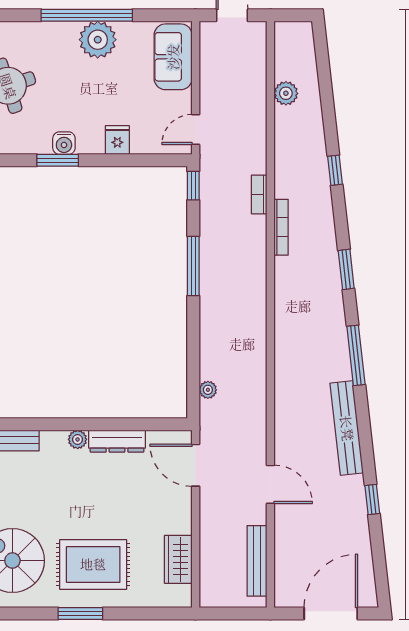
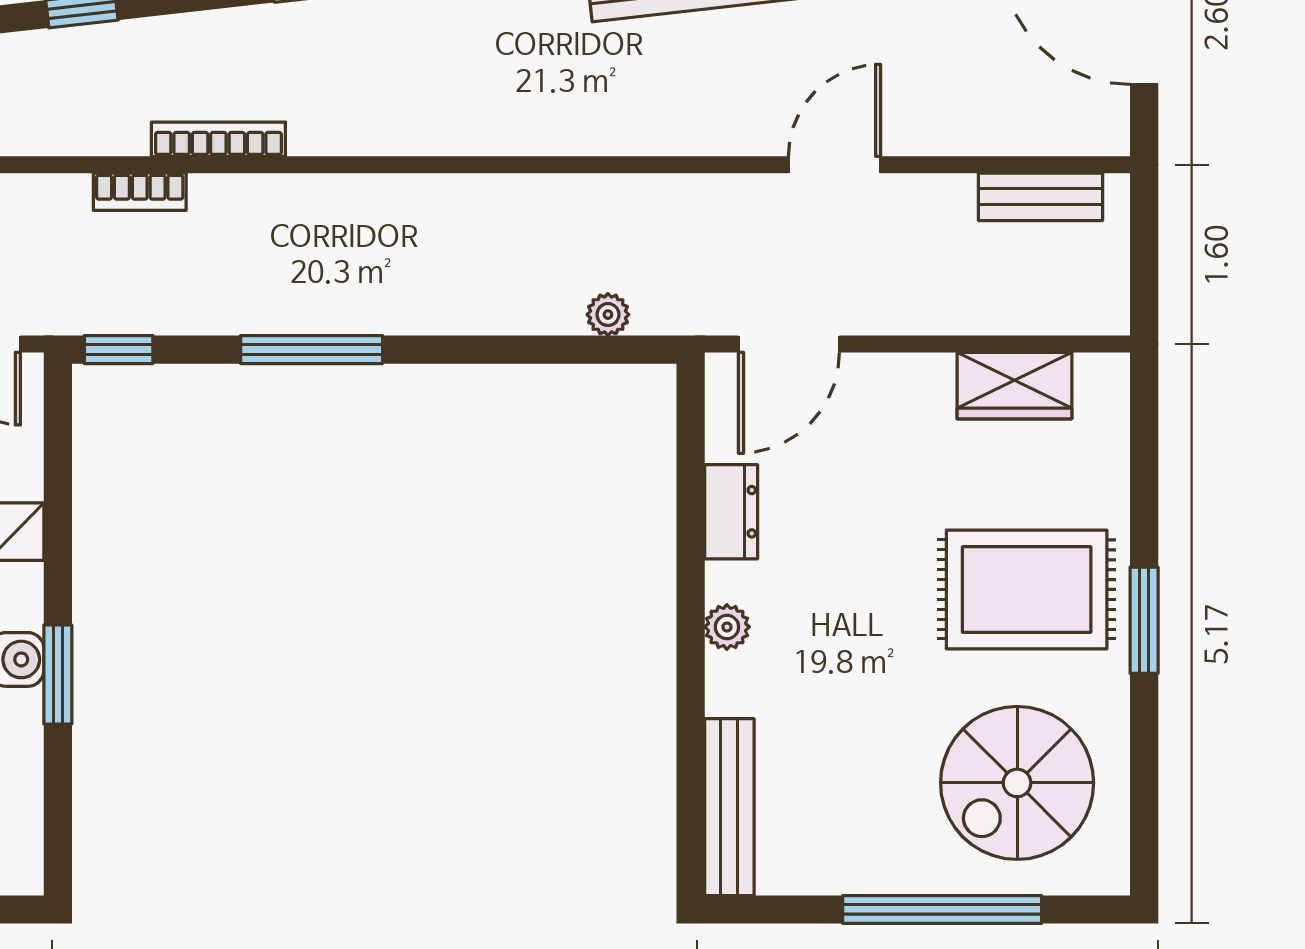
dresser: (117, 441) -> (731, 512), width x0.70
bench: (257, 561) -> (1041, 197), width x0.73
rug: (93, 564) -> (1027, 589), turned 90

